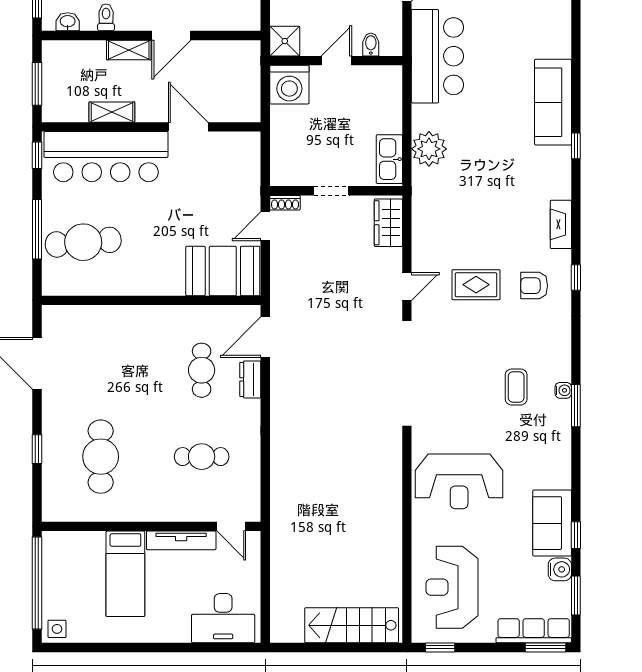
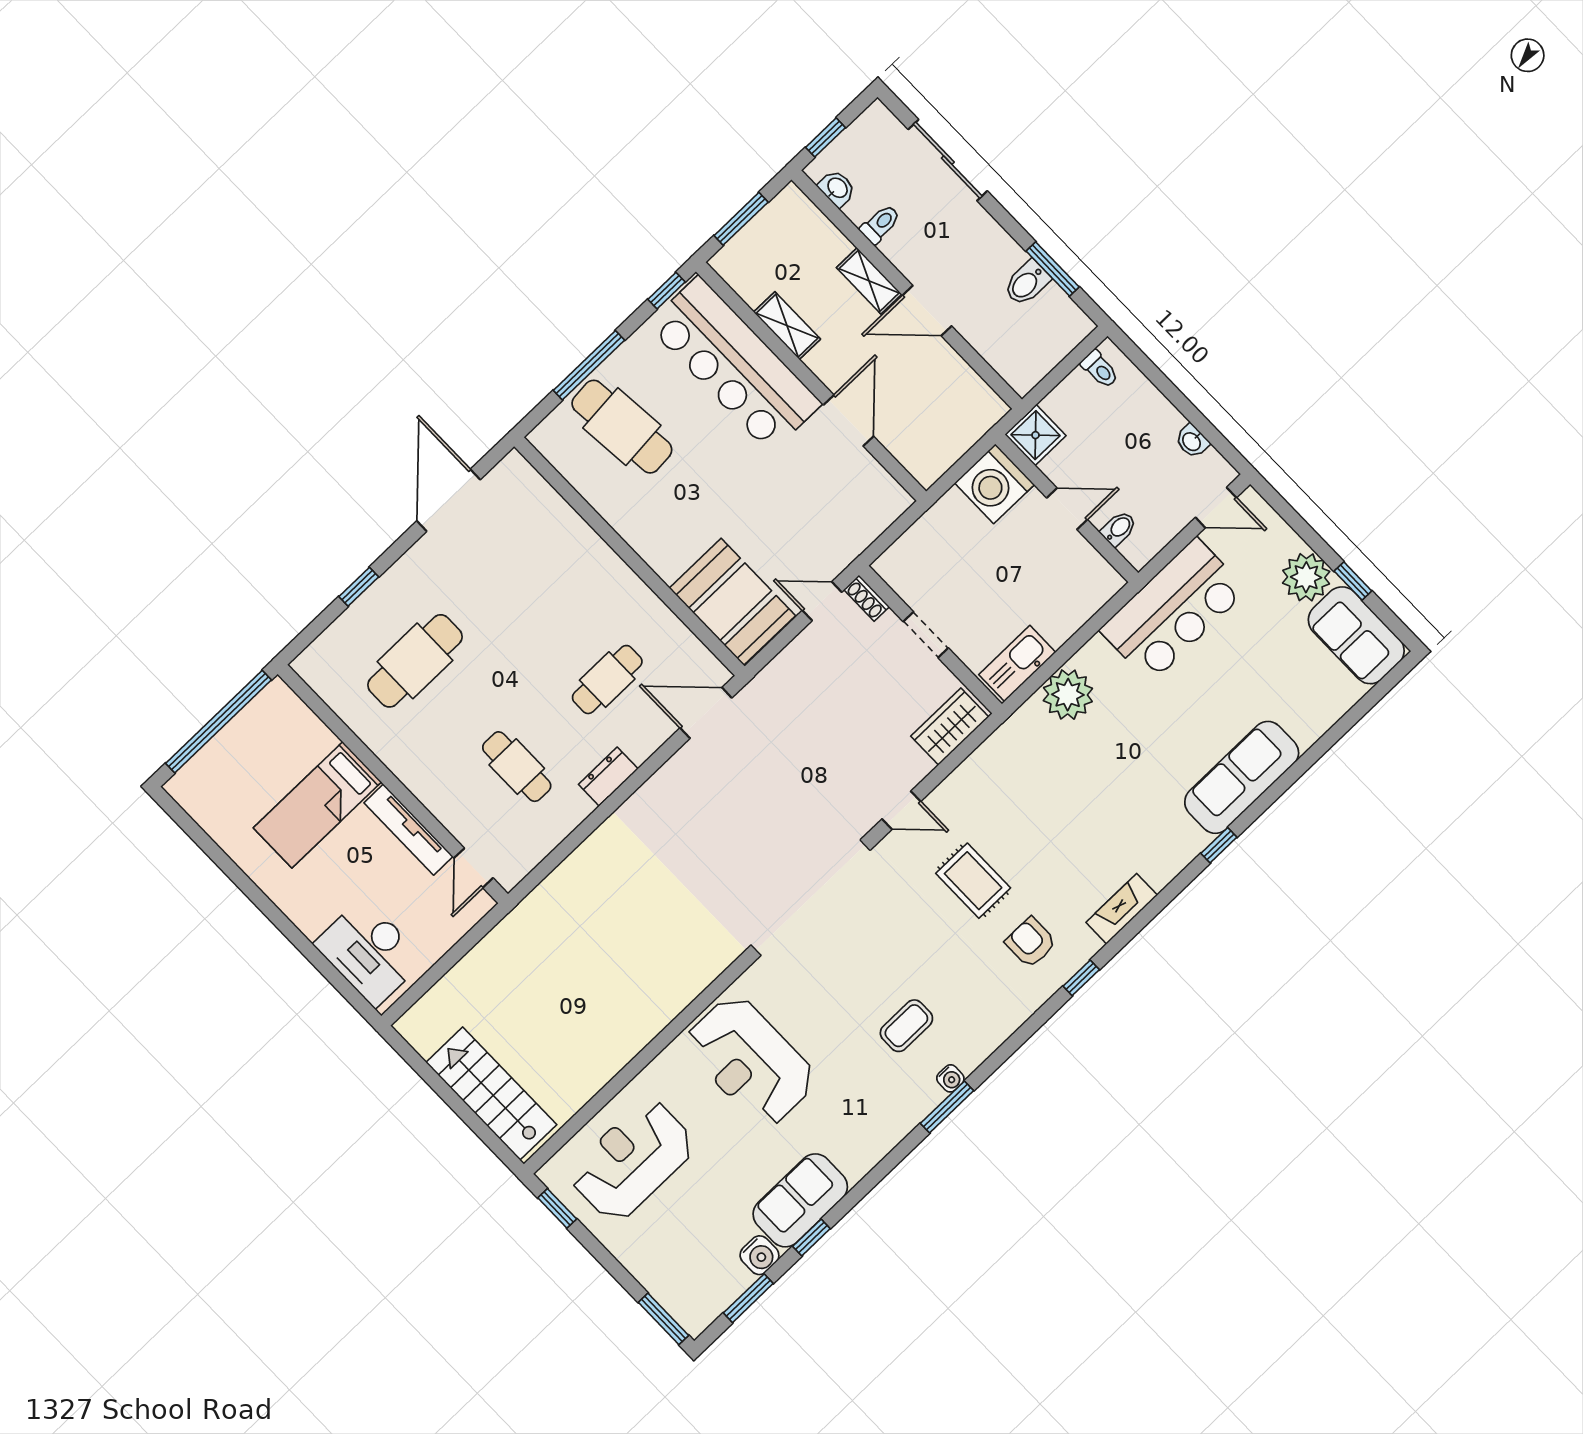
dresser: (250, 379) -> (608, 777), moved
side table: (57, 629) -> (191, 789), removed
row of seats: (534, 631) -> (669, 1290), removed

